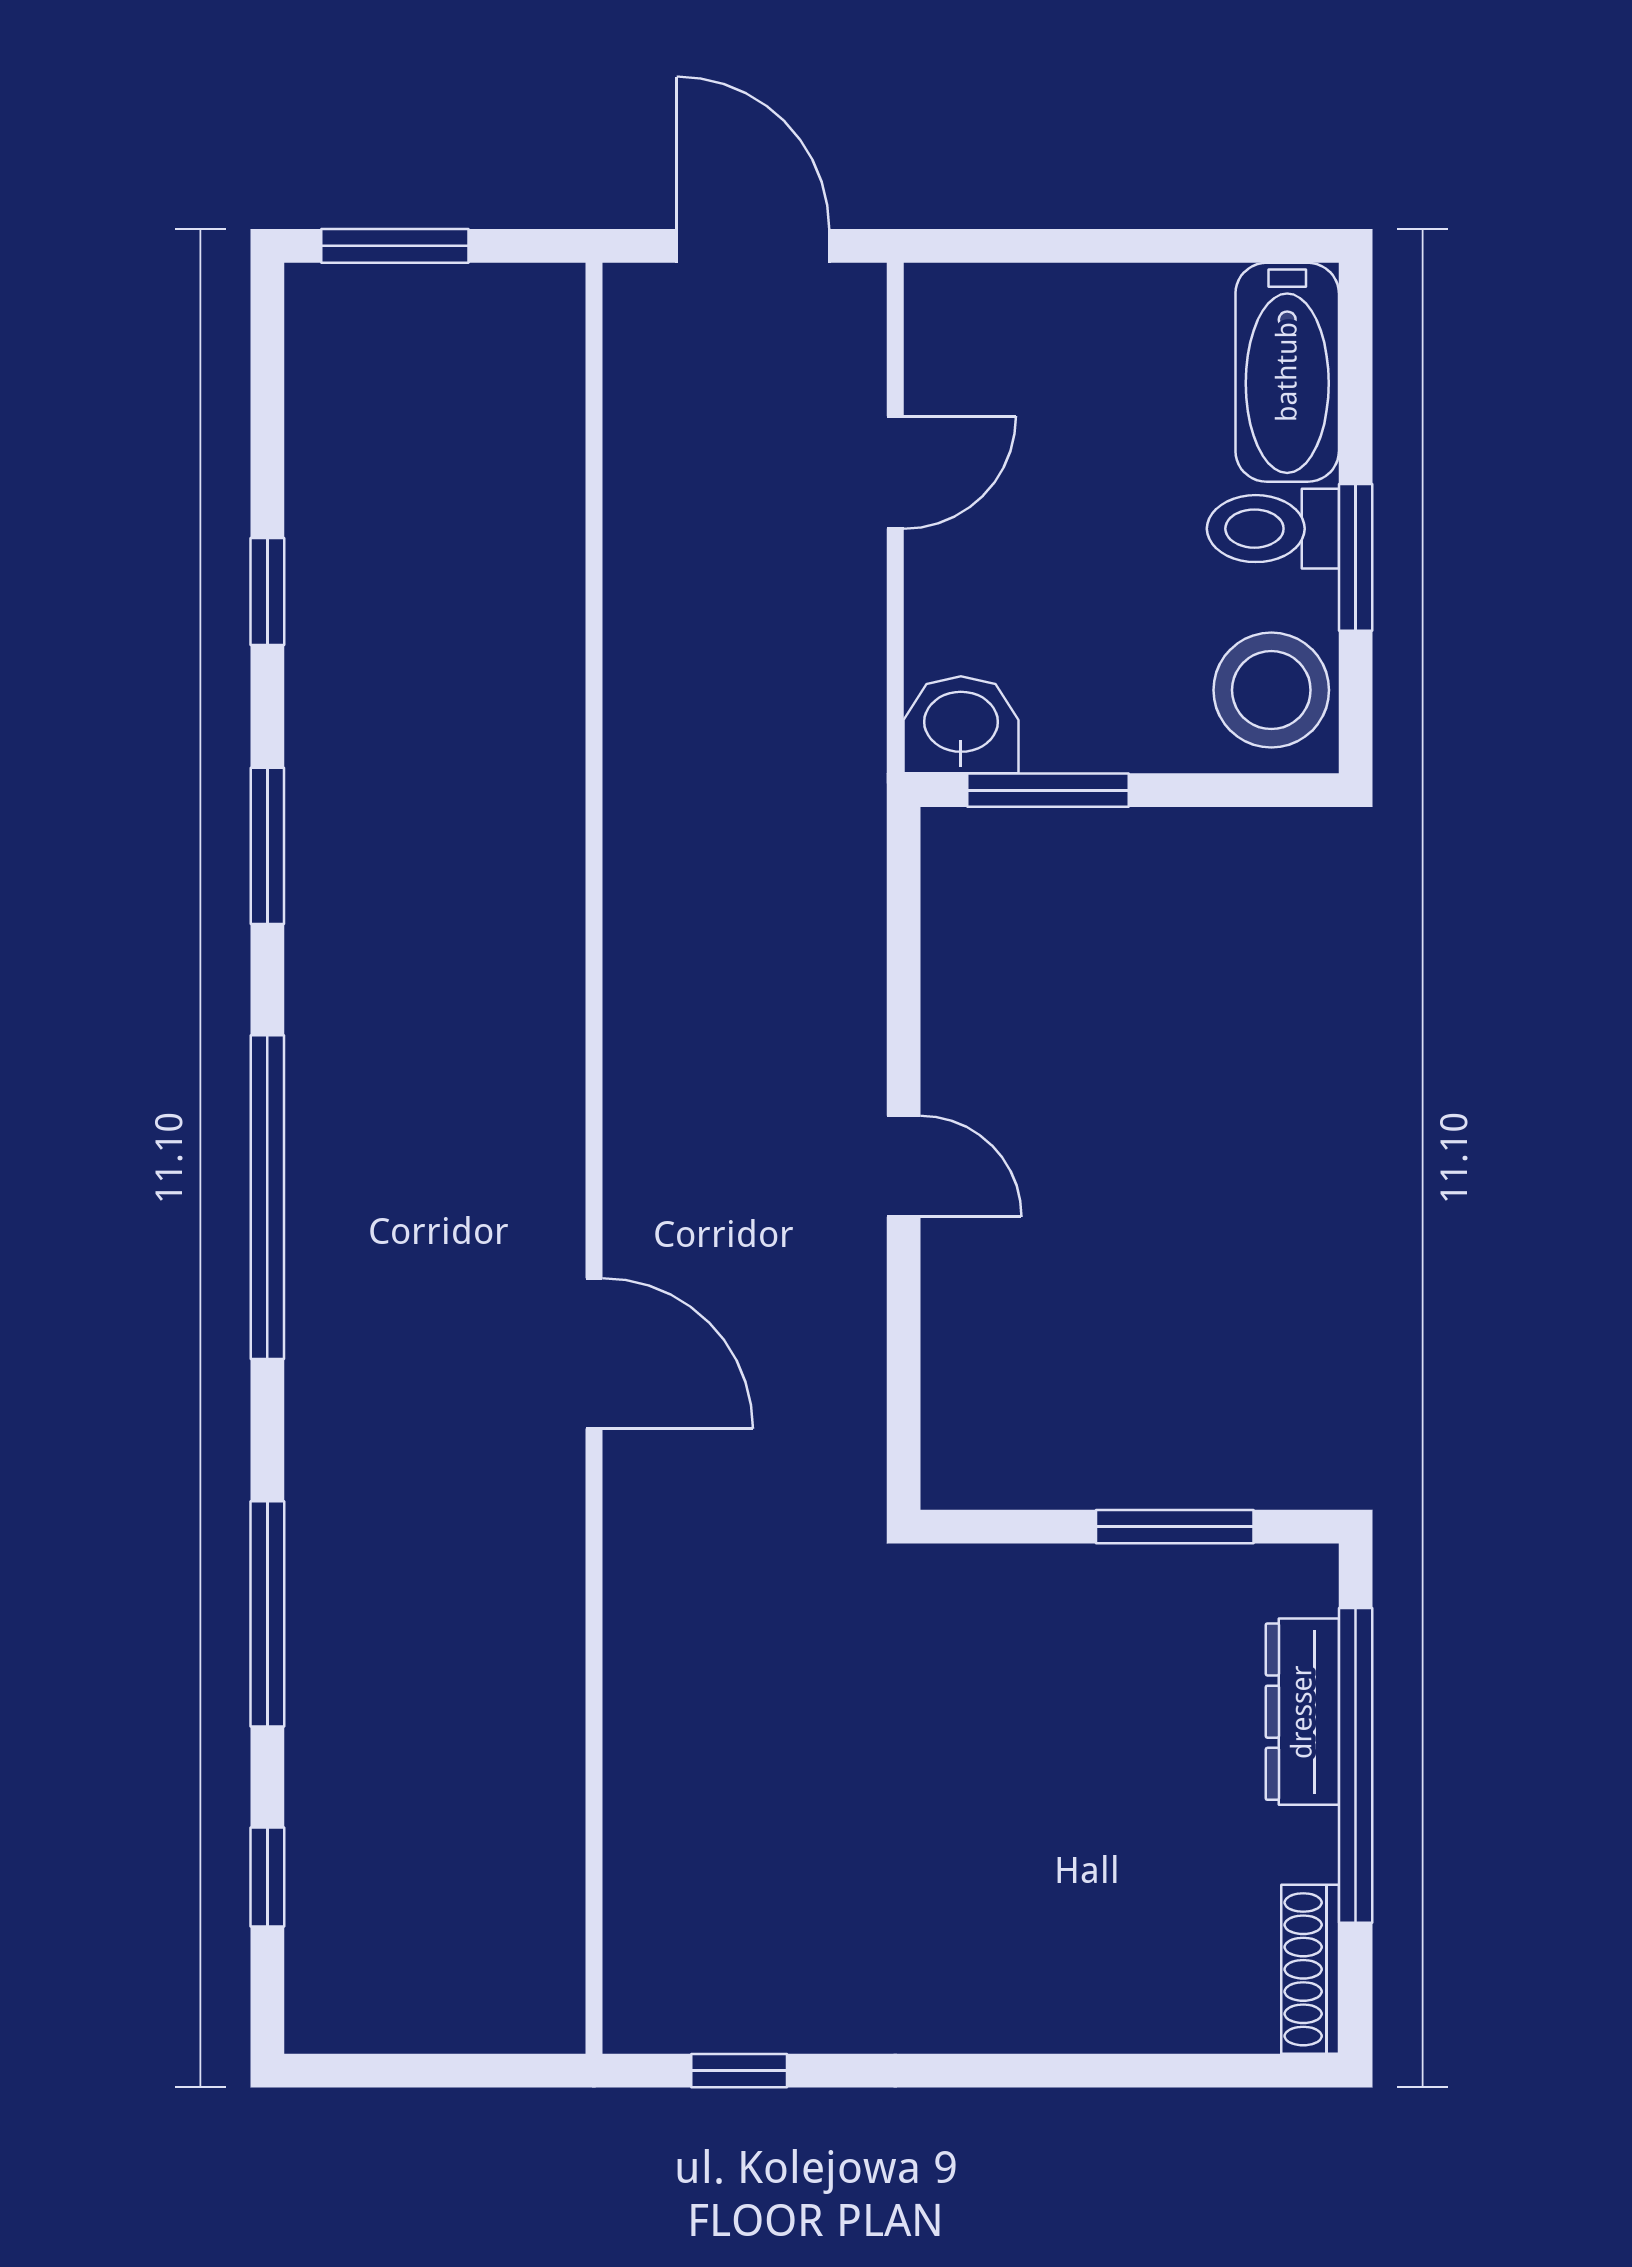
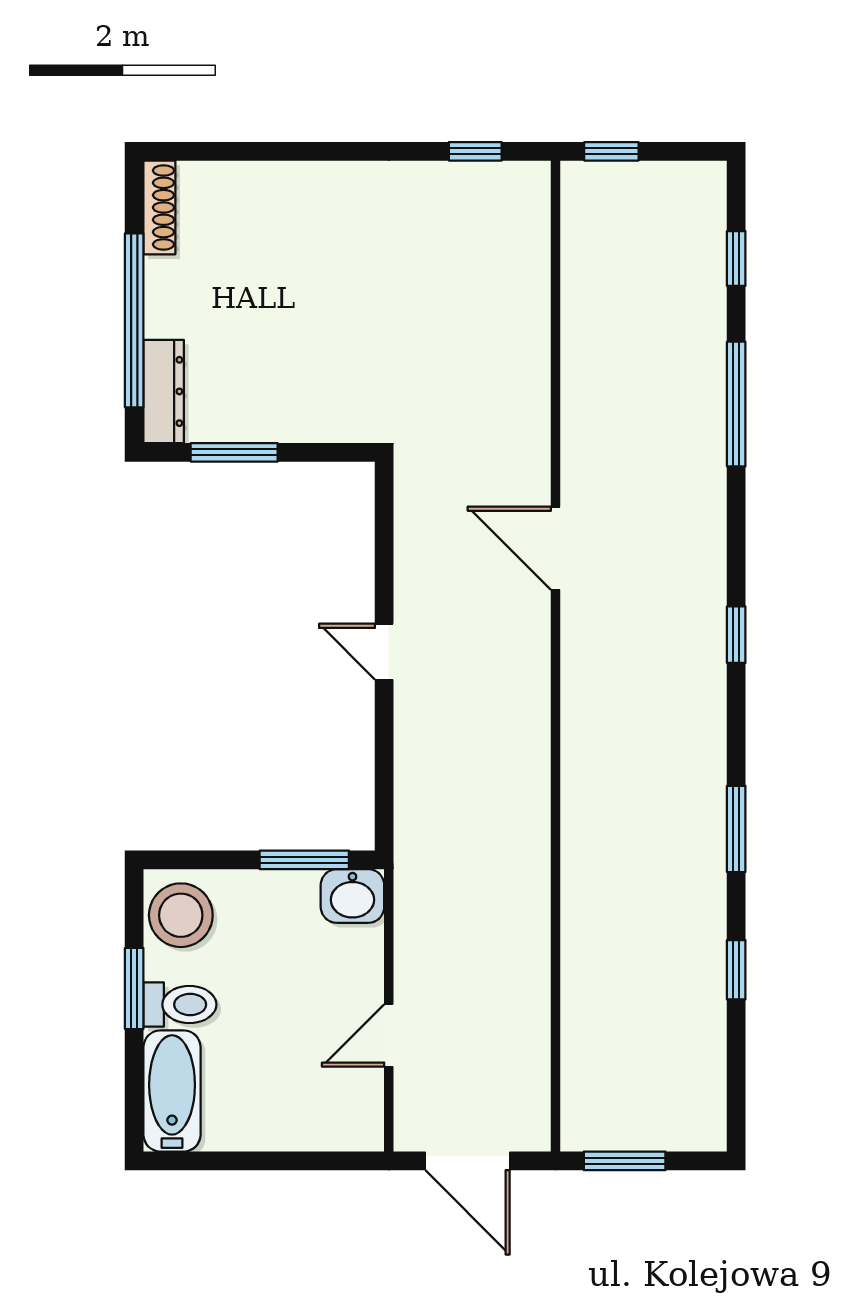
window: (395, 246) -> (625, 1161), moved
window: (267, 1197) -> (736, 635), width x0.32
dresser: (1302, 1712) -> (164, 391), moved
window: (493, 2071) -> (611, 151), added

